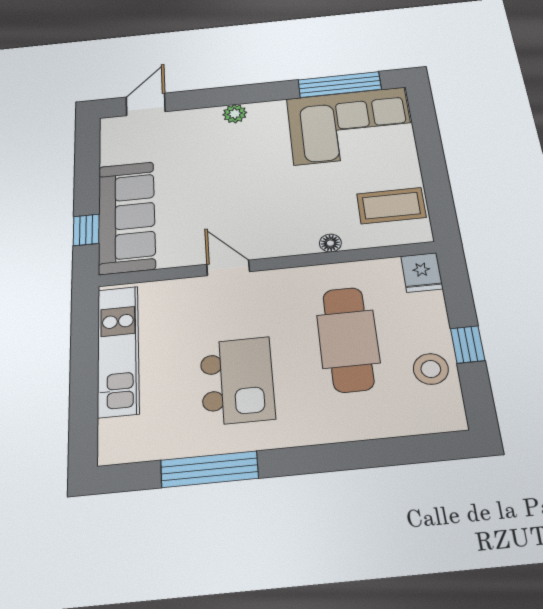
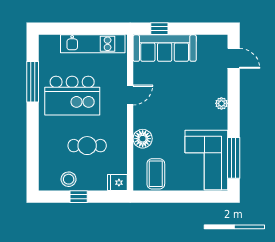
floor lamp: (330, 243) -> (143, 139), width x1.89, depth x1.89
cafe table: (348, 339) -> (87, 146), width x0.73, depth x0.74
kitchen island: (237, 381) -> (72, 96), width x1.37, depth x1.28

